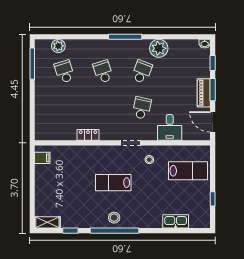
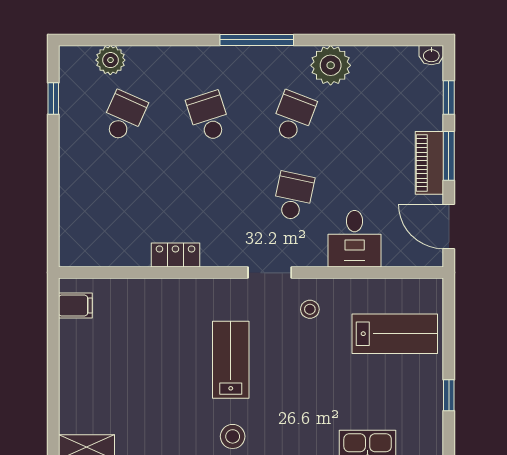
window: (32, 64) -> (53, 99), width x0.46
school desk: (64, 72) -> (124, 116), turned 42
lab bench: (113, 183) -> (231, 360), turned 90

